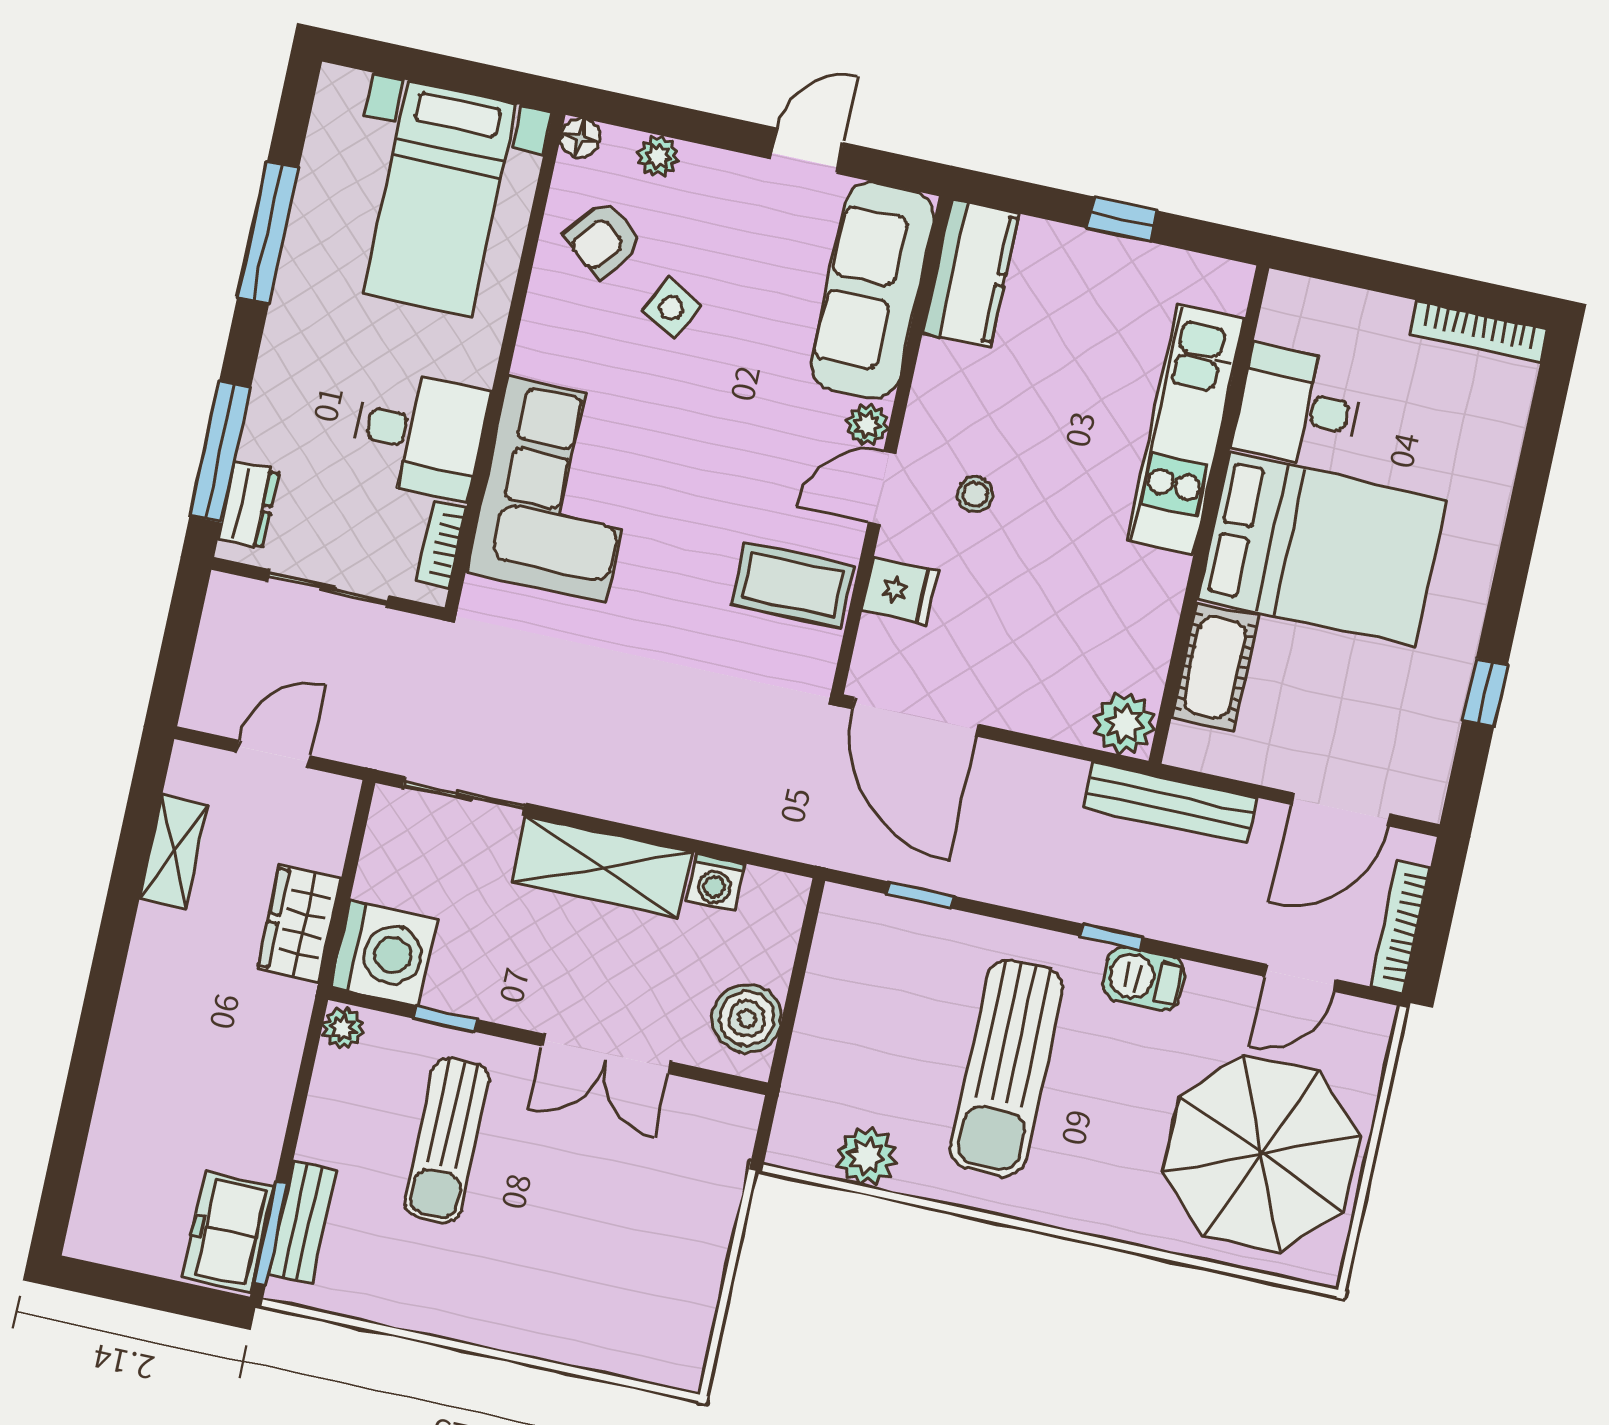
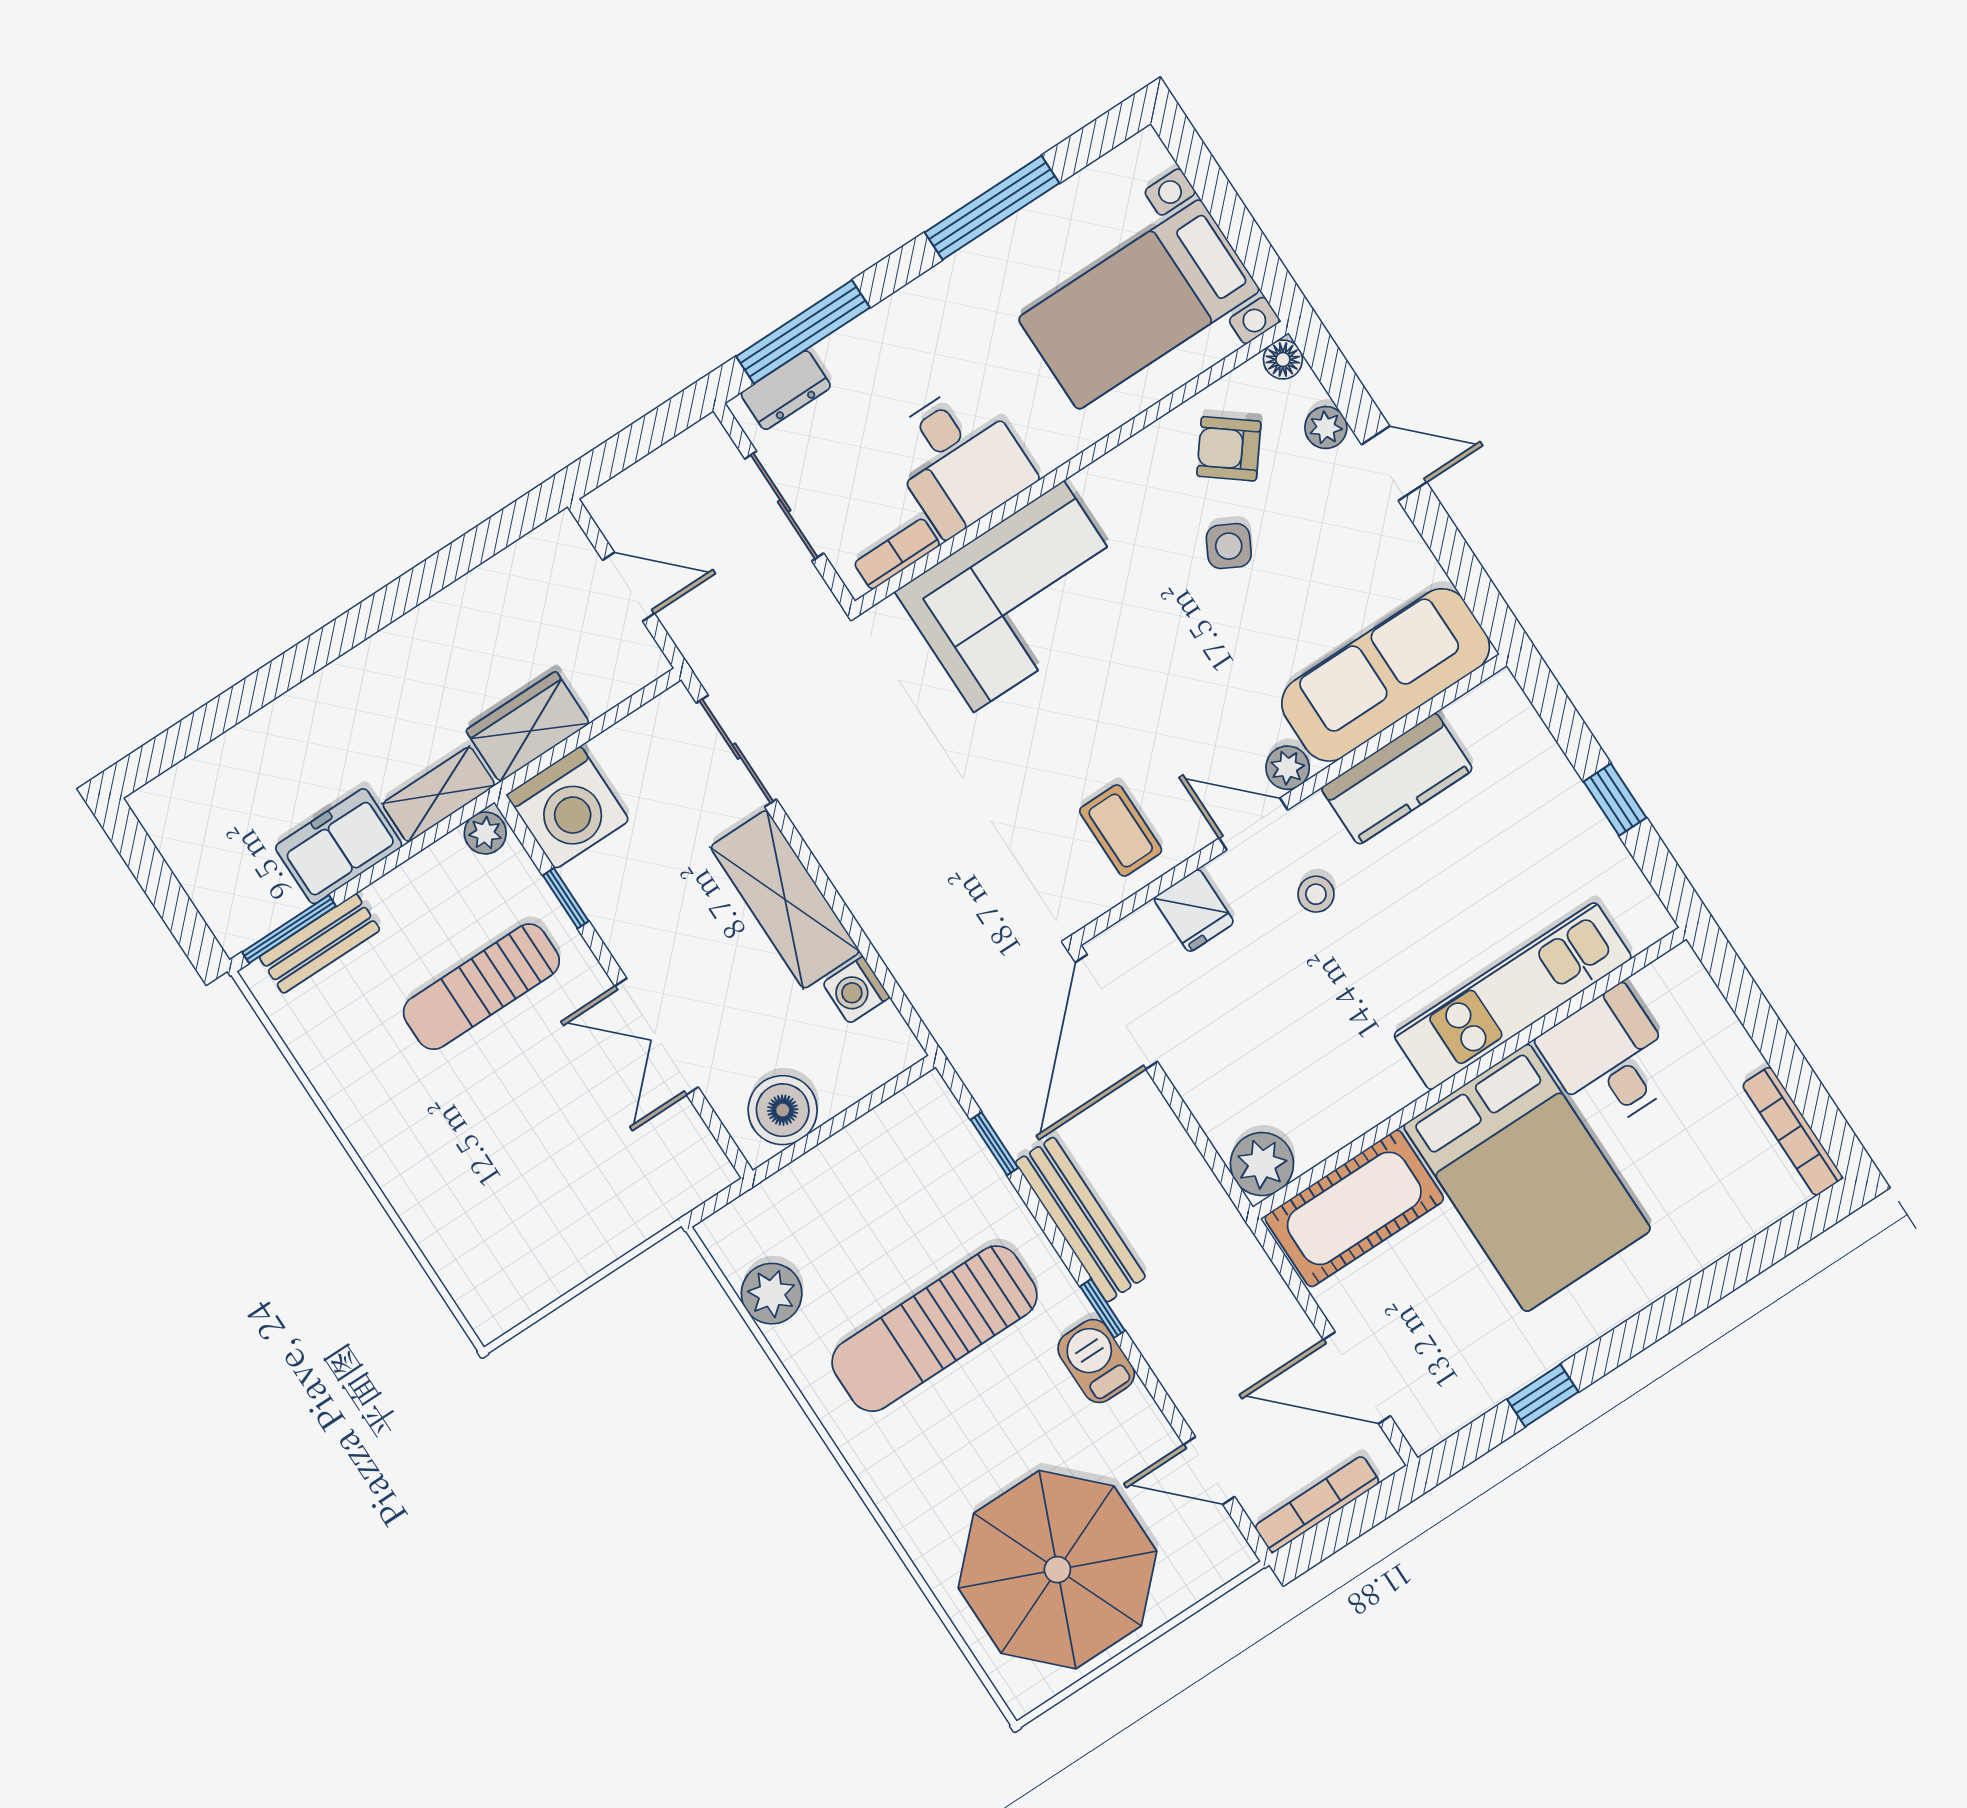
door: (807, 151) -> (1394, 463), moved
kitchen counter: (971, 274) -> (1397, 779), moved
coffee table: (792, 585) -> (1121, 831), width x0.73, depth x0.77
cot: (1215, 667) -> (1354, 1208), width x1.37, depth x1.34
bench: (1170, 803) -> (1080, 1220), moved
shelving: (174, 852) -> (439, 794), moved
freezer: (228, 1232) -> (339, 846), moved

